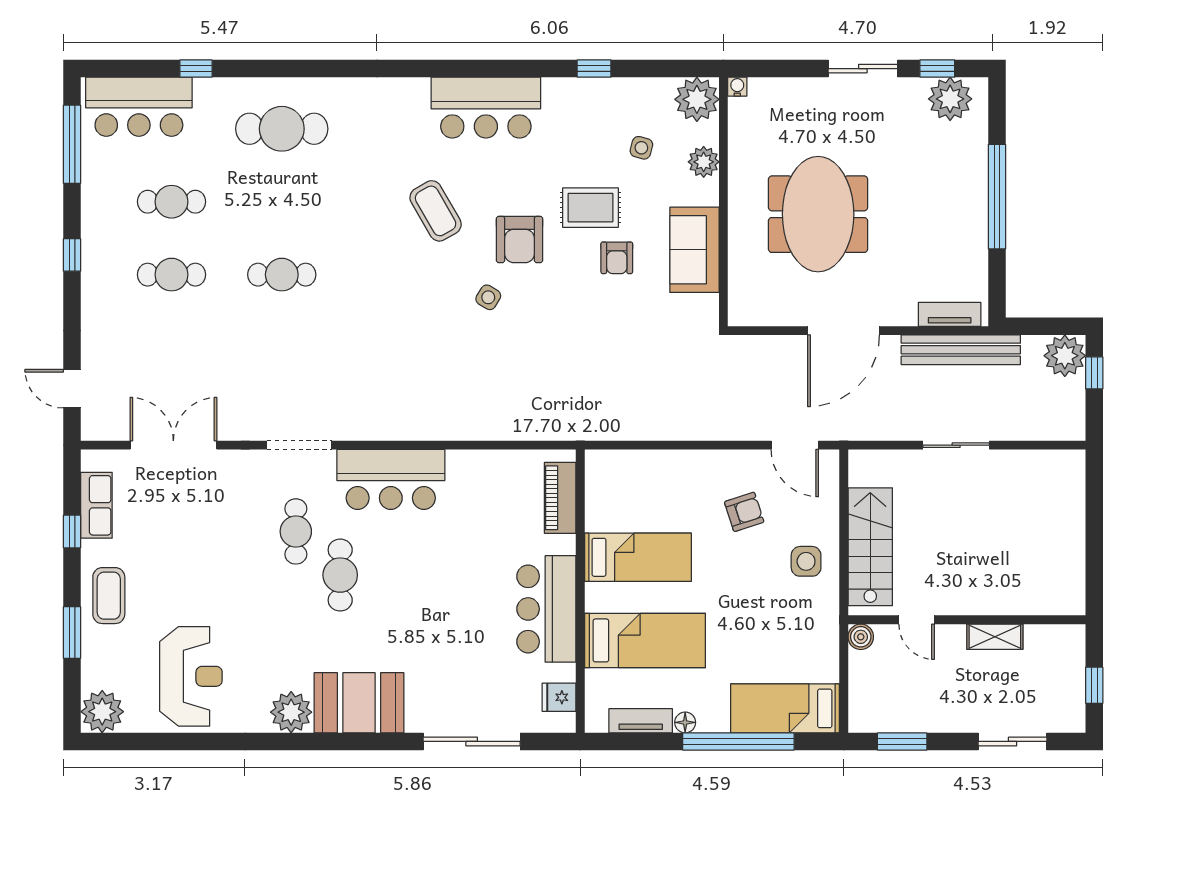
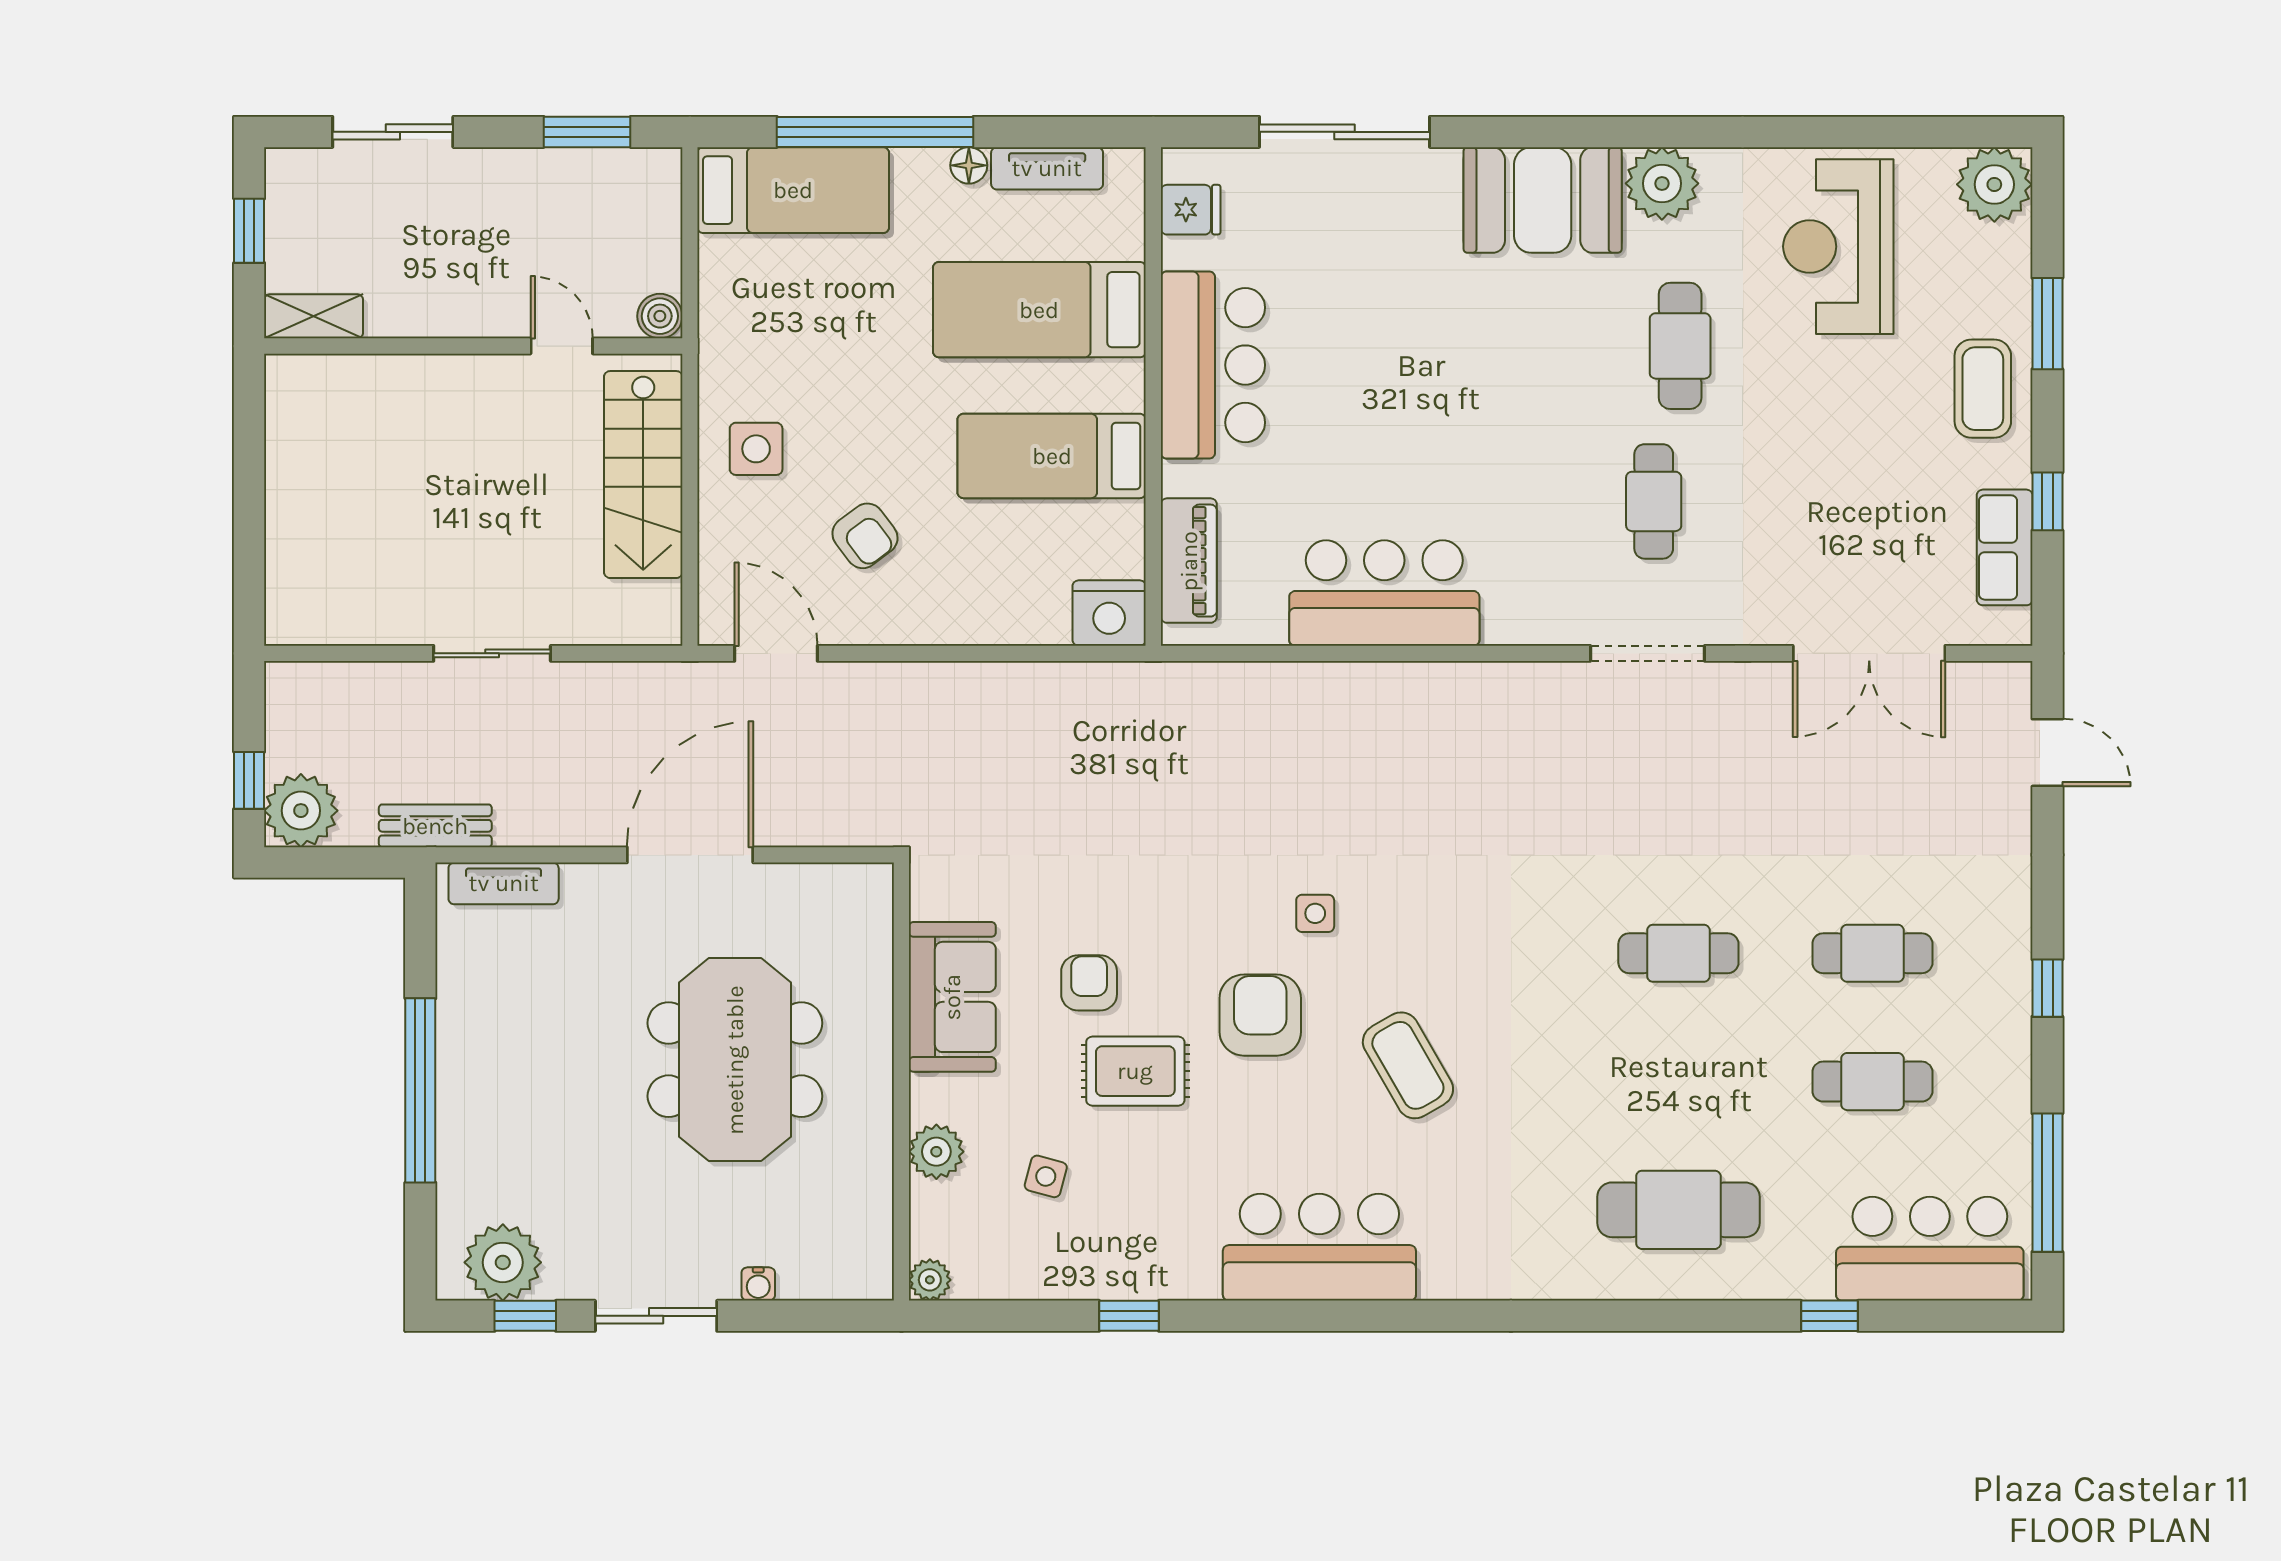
water cooler: (737, 87) -> (758, 1284), moved
plant: (697, 99) -> (930, 1280), width x0.53, depth x0.53
side table: (488, 297) -> (1315, 913), turned -31
bench: (961, 350) -> (435, 826), width x0.54, depth x0.82
nightstand: (605, 468) -> (1109, 613), added
bar counter: (391, 479) -> (1384, 593), moved
armchair: (744, 512) -> (865, 536), turned -109
cafe table: (340, 575) -> (1680, 346), moved
shelving: (995, 637) -> (314, 316), moved

